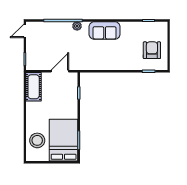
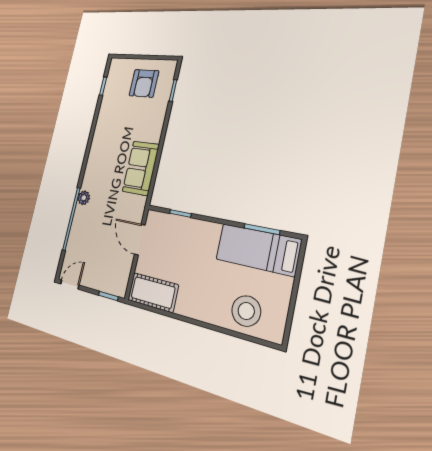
sofa: (105, 30) -> (141, 168), moved, turned 180
door: (25, 31) -> (70, 284), swing flipped
armchair: (152, 50) -> (144, 83), turned -90
bed: (64, 140) -> (258, 250), width x0.67

